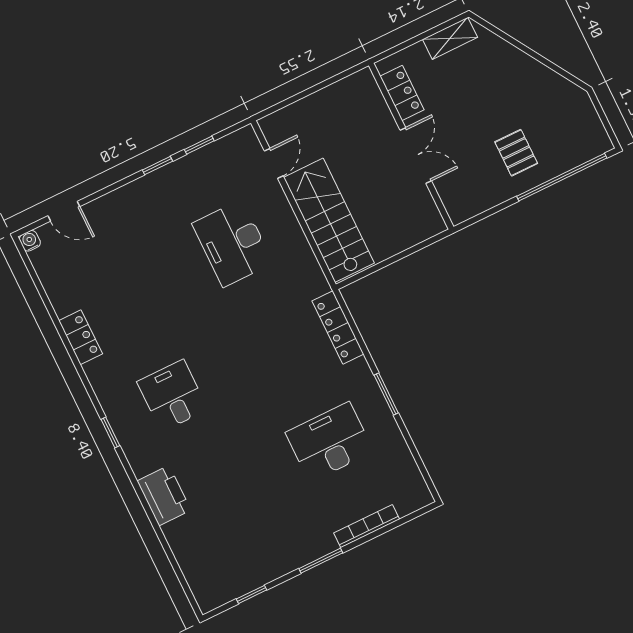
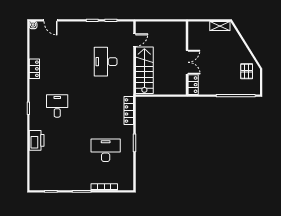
locker: (402, 93) -> (193, 85), moved
pallet: (516, 153) -> (247, 71), moved

